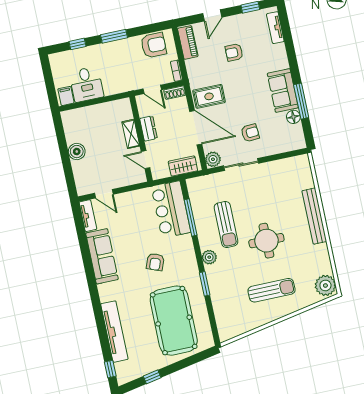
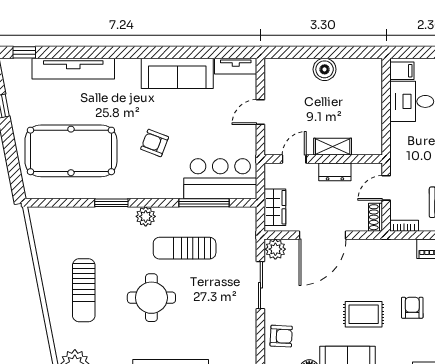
rug: (209, 96) -> (364, 314), moved, turned 90
armchair: (250, 133) -> (281, 336), moved, turned -83
door: (104, 194) -> (260, 112), moved

